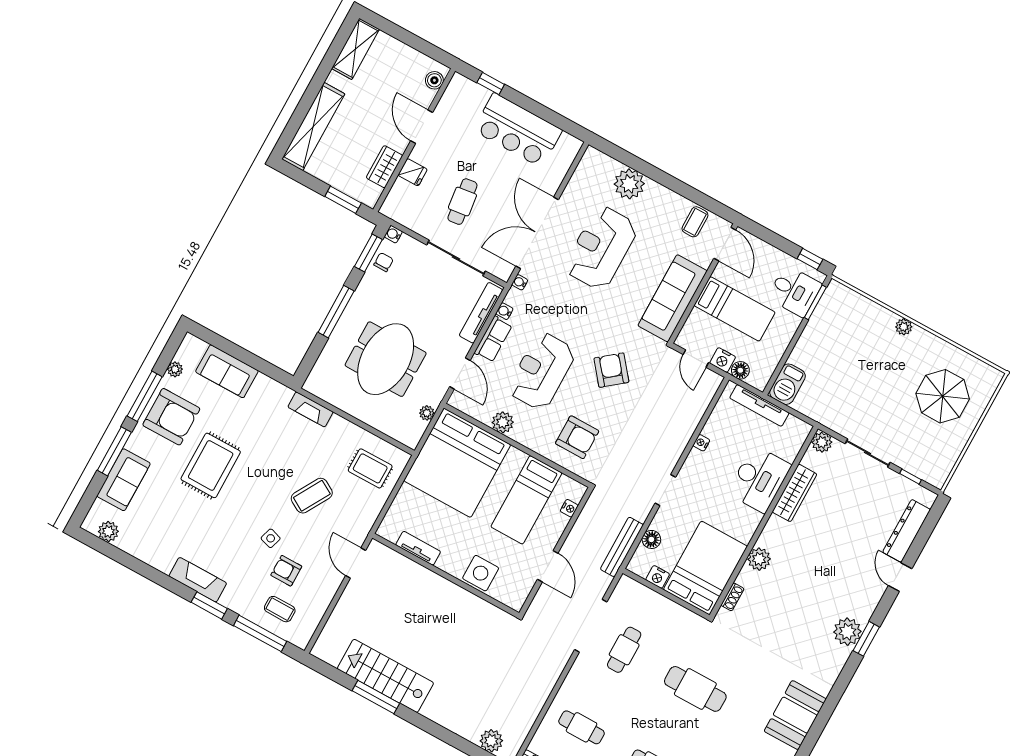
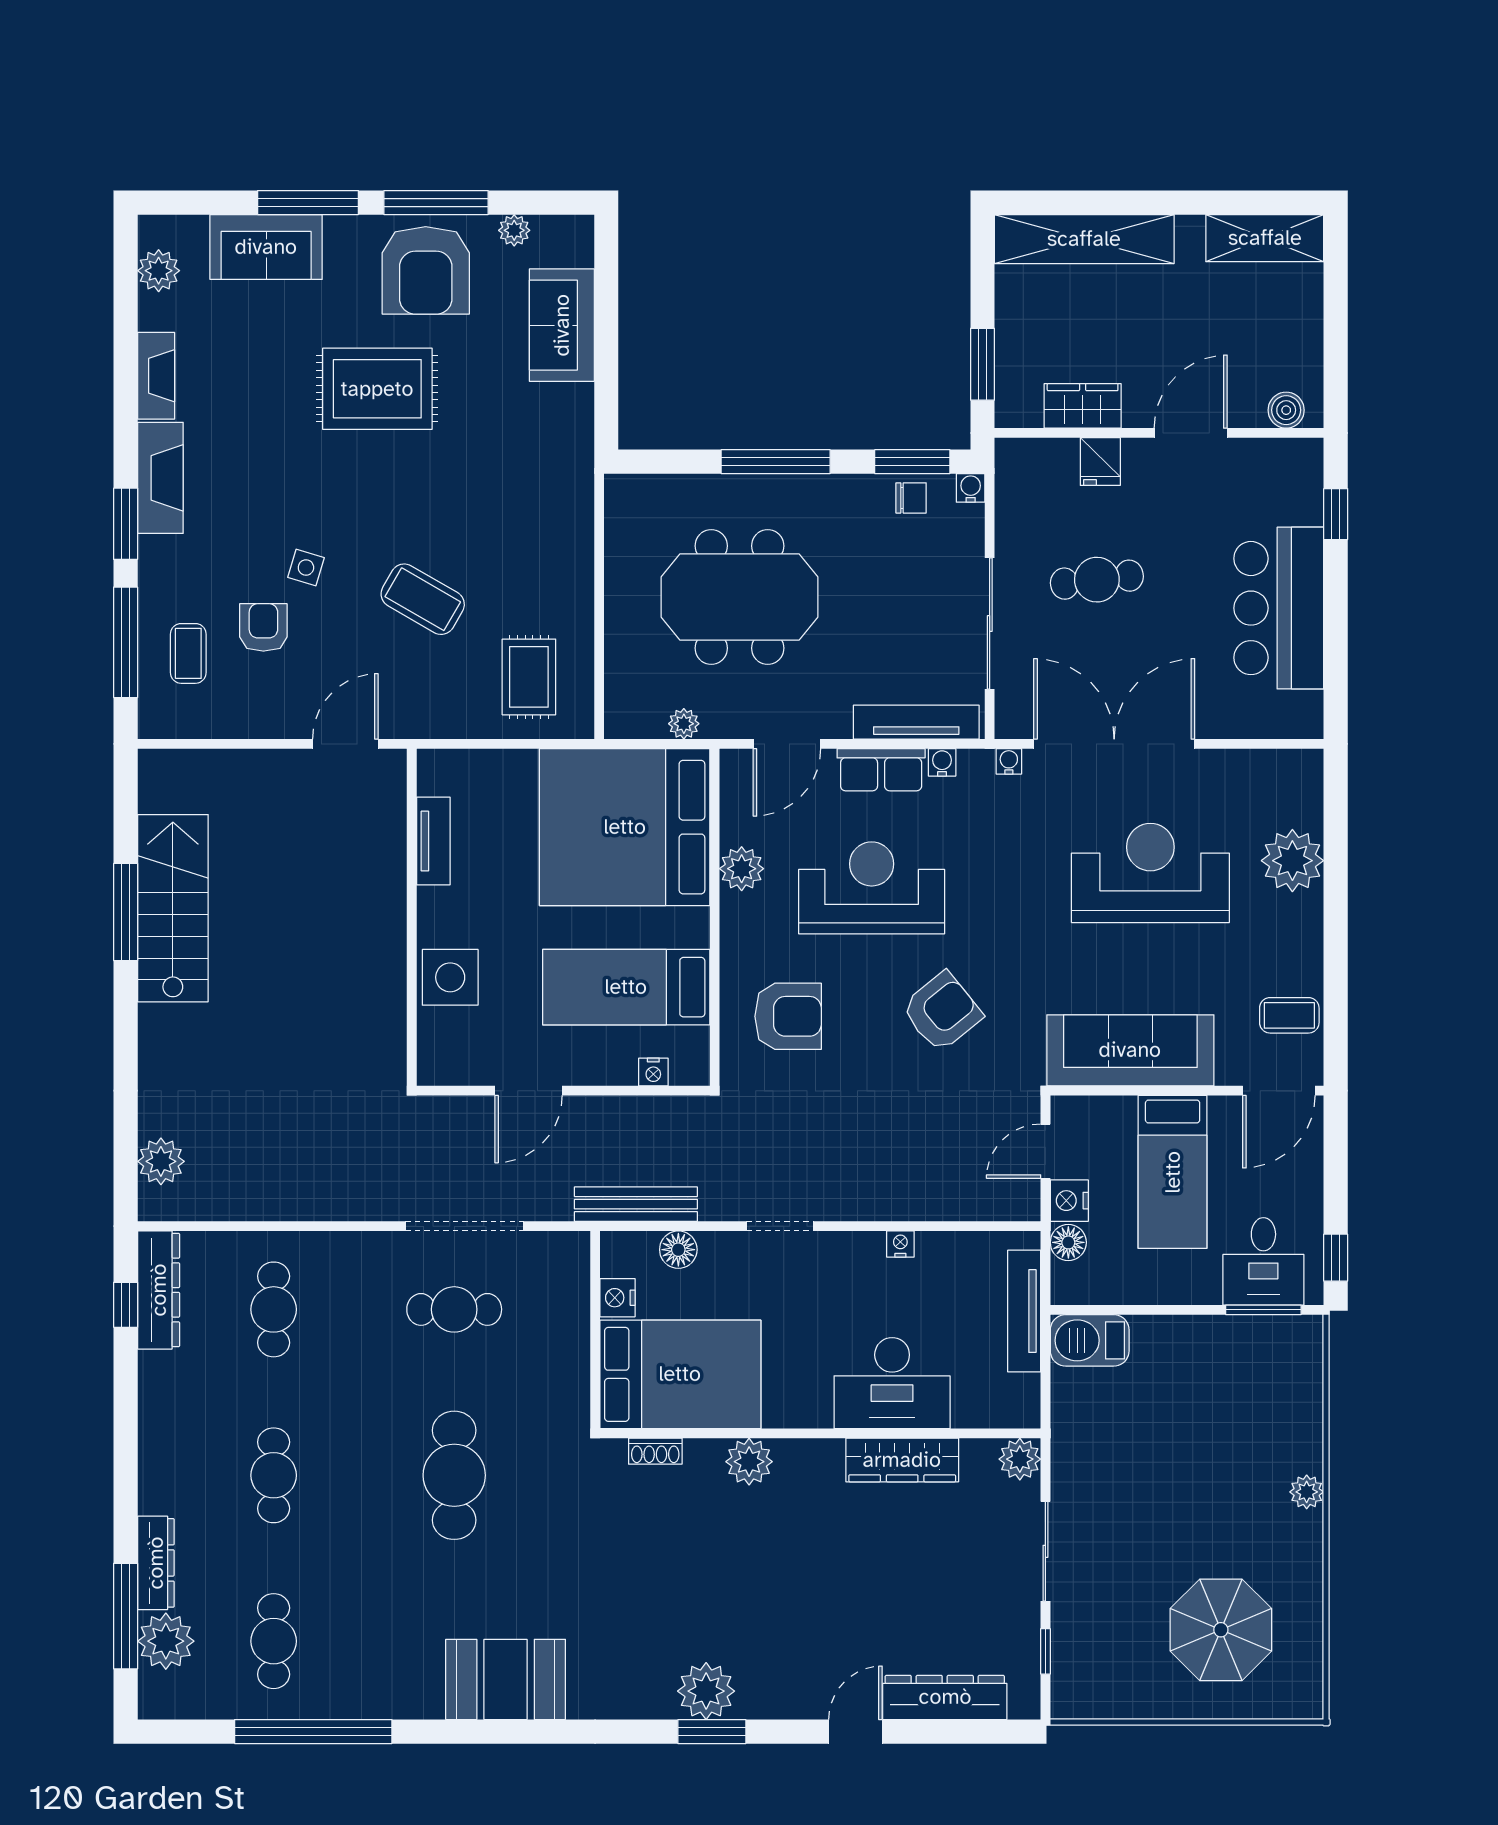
fireplace: (310, 409) -> (156, 376), moved, turned 180
armchair: (577, 437) -> (788, 1016), turned -90

